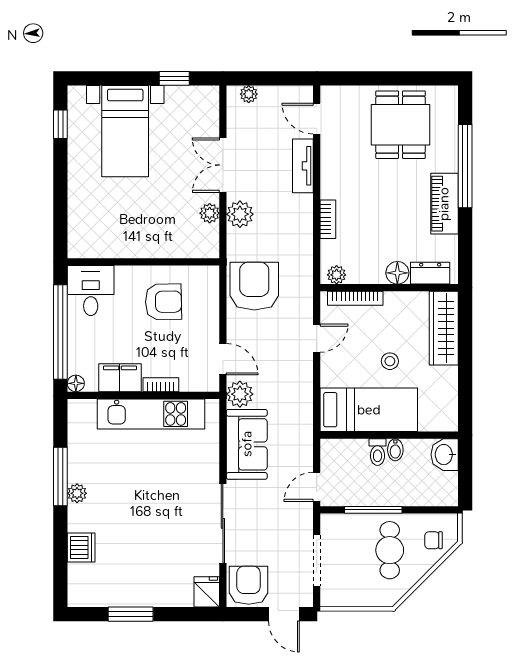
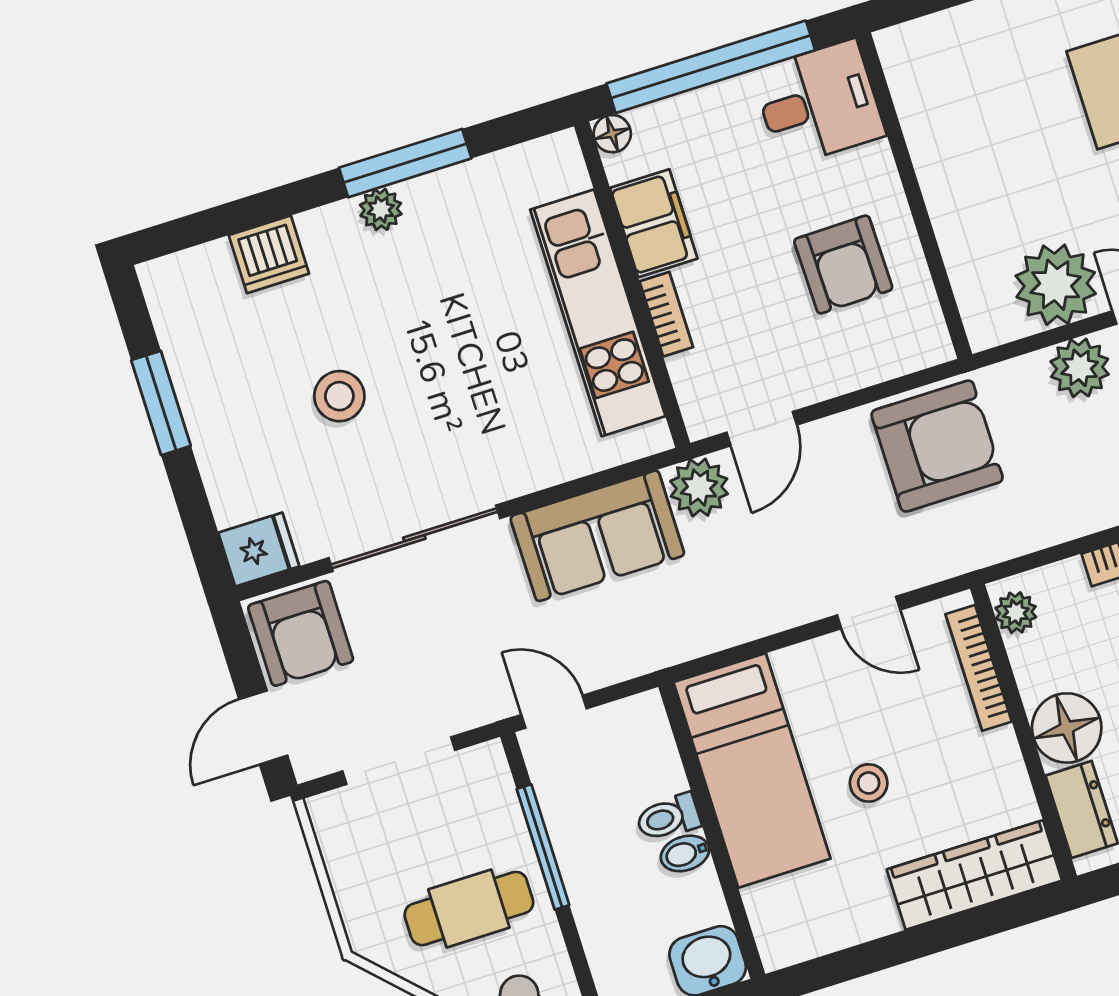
plant: (210, 213) -> (1056, 285), width x1.88, depth x1.88
floor lamp: (397, 273) -> (1067, 728), width x1.38, depth x1.38
stool: (152, 536) -> (339, 396), added
armchair: (249, 585) -> (301, 633), turned 90

